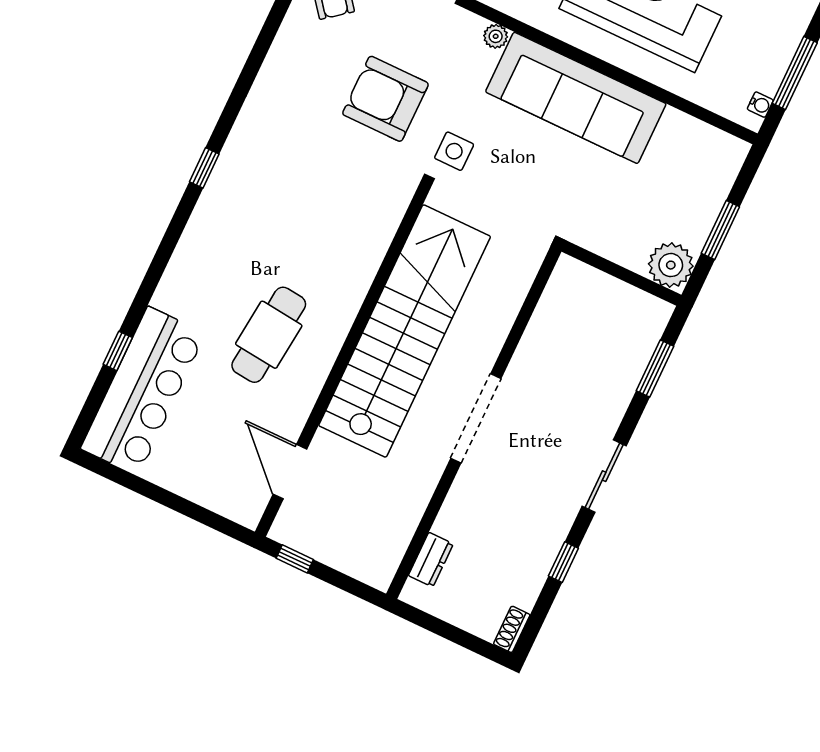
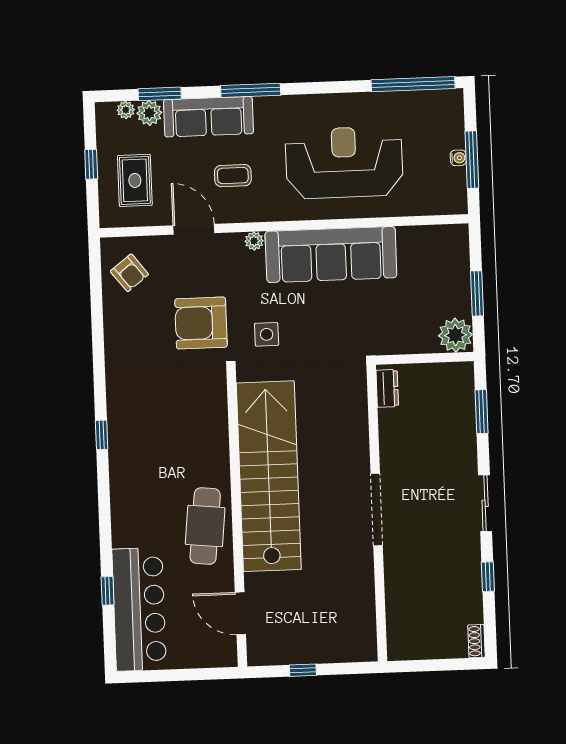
water cooler: (760, 105) -> (458, 158), moved
stairs: (405, 331) -> (269, 476), moved
wall: (342, 361) -> (237, 518), moved
door: (290, 472) -> (240, 613), moved
dresser: (431, 560) -> (387, 388), moved

